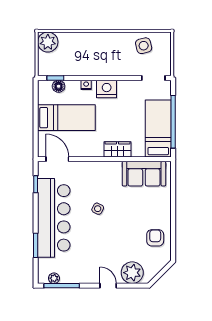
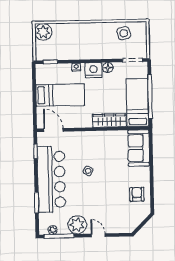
floor lamp: (59, 86) -> (108, 68), moved
wardrobe: (117, 149) -> (109, 121), width x1.50
sofa: (144, 174) -> (139, 148), moved, turned 90
plant: (132, 273) -> (77, 225), moved

